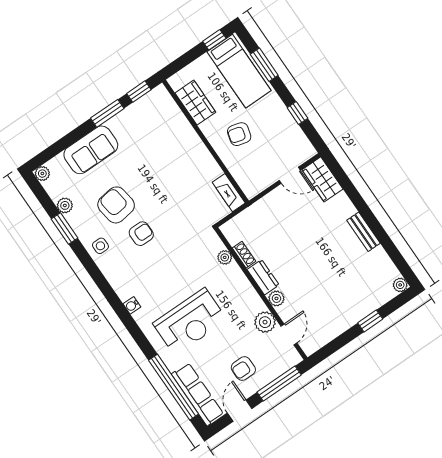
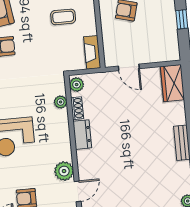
coffee table: (182, 174) -> (63, 17), added
door: (290, 175) -> (129, 67), moved
plant: (276, 298) -> (77, 85), moved

